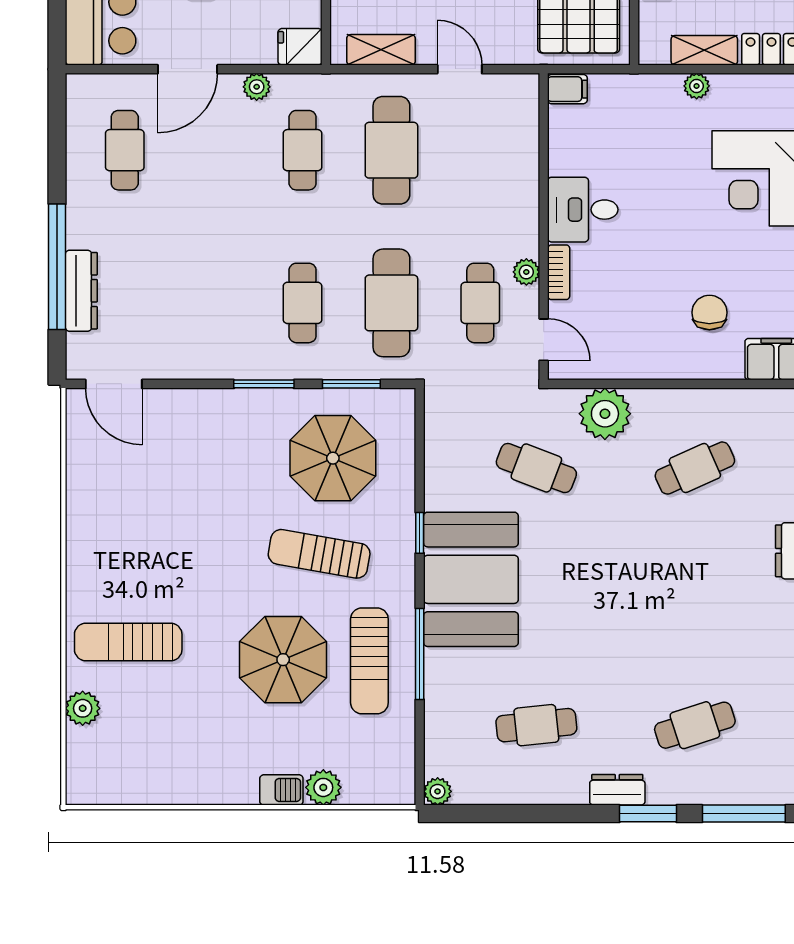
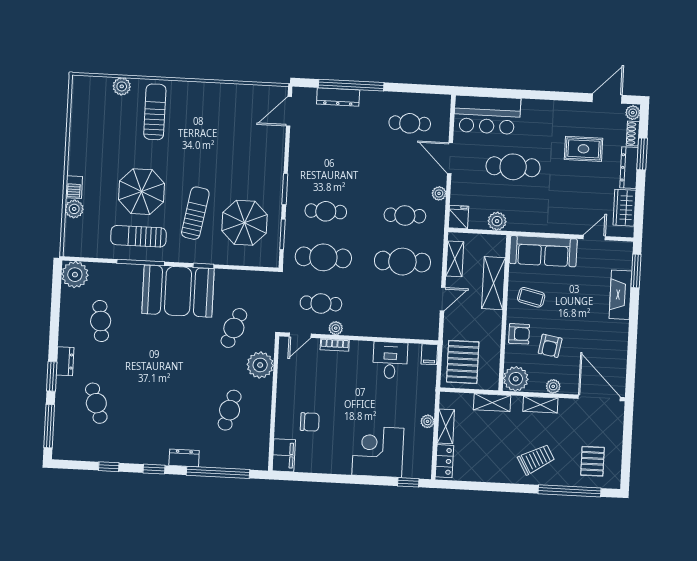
desk: (583, 210) -> (390, 360), moved
cafe table: (695, 468) -> (230, 410), turned 39
plant: (438, 791) -> (75, 275), width x1.88, depth x1.88

